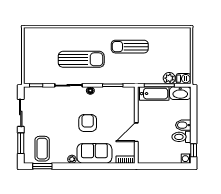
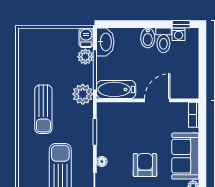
plant: (141, 76) -> (83, 94), added
bathtub: (154, 94) -> (116, 89), moved, turned -90
armchair: (88, 123) -> (145, 165), turned 90
door: (136, 132) -> (157, 100), swing flipped
washing machine: (186, 159) -> (179, 34), moved

